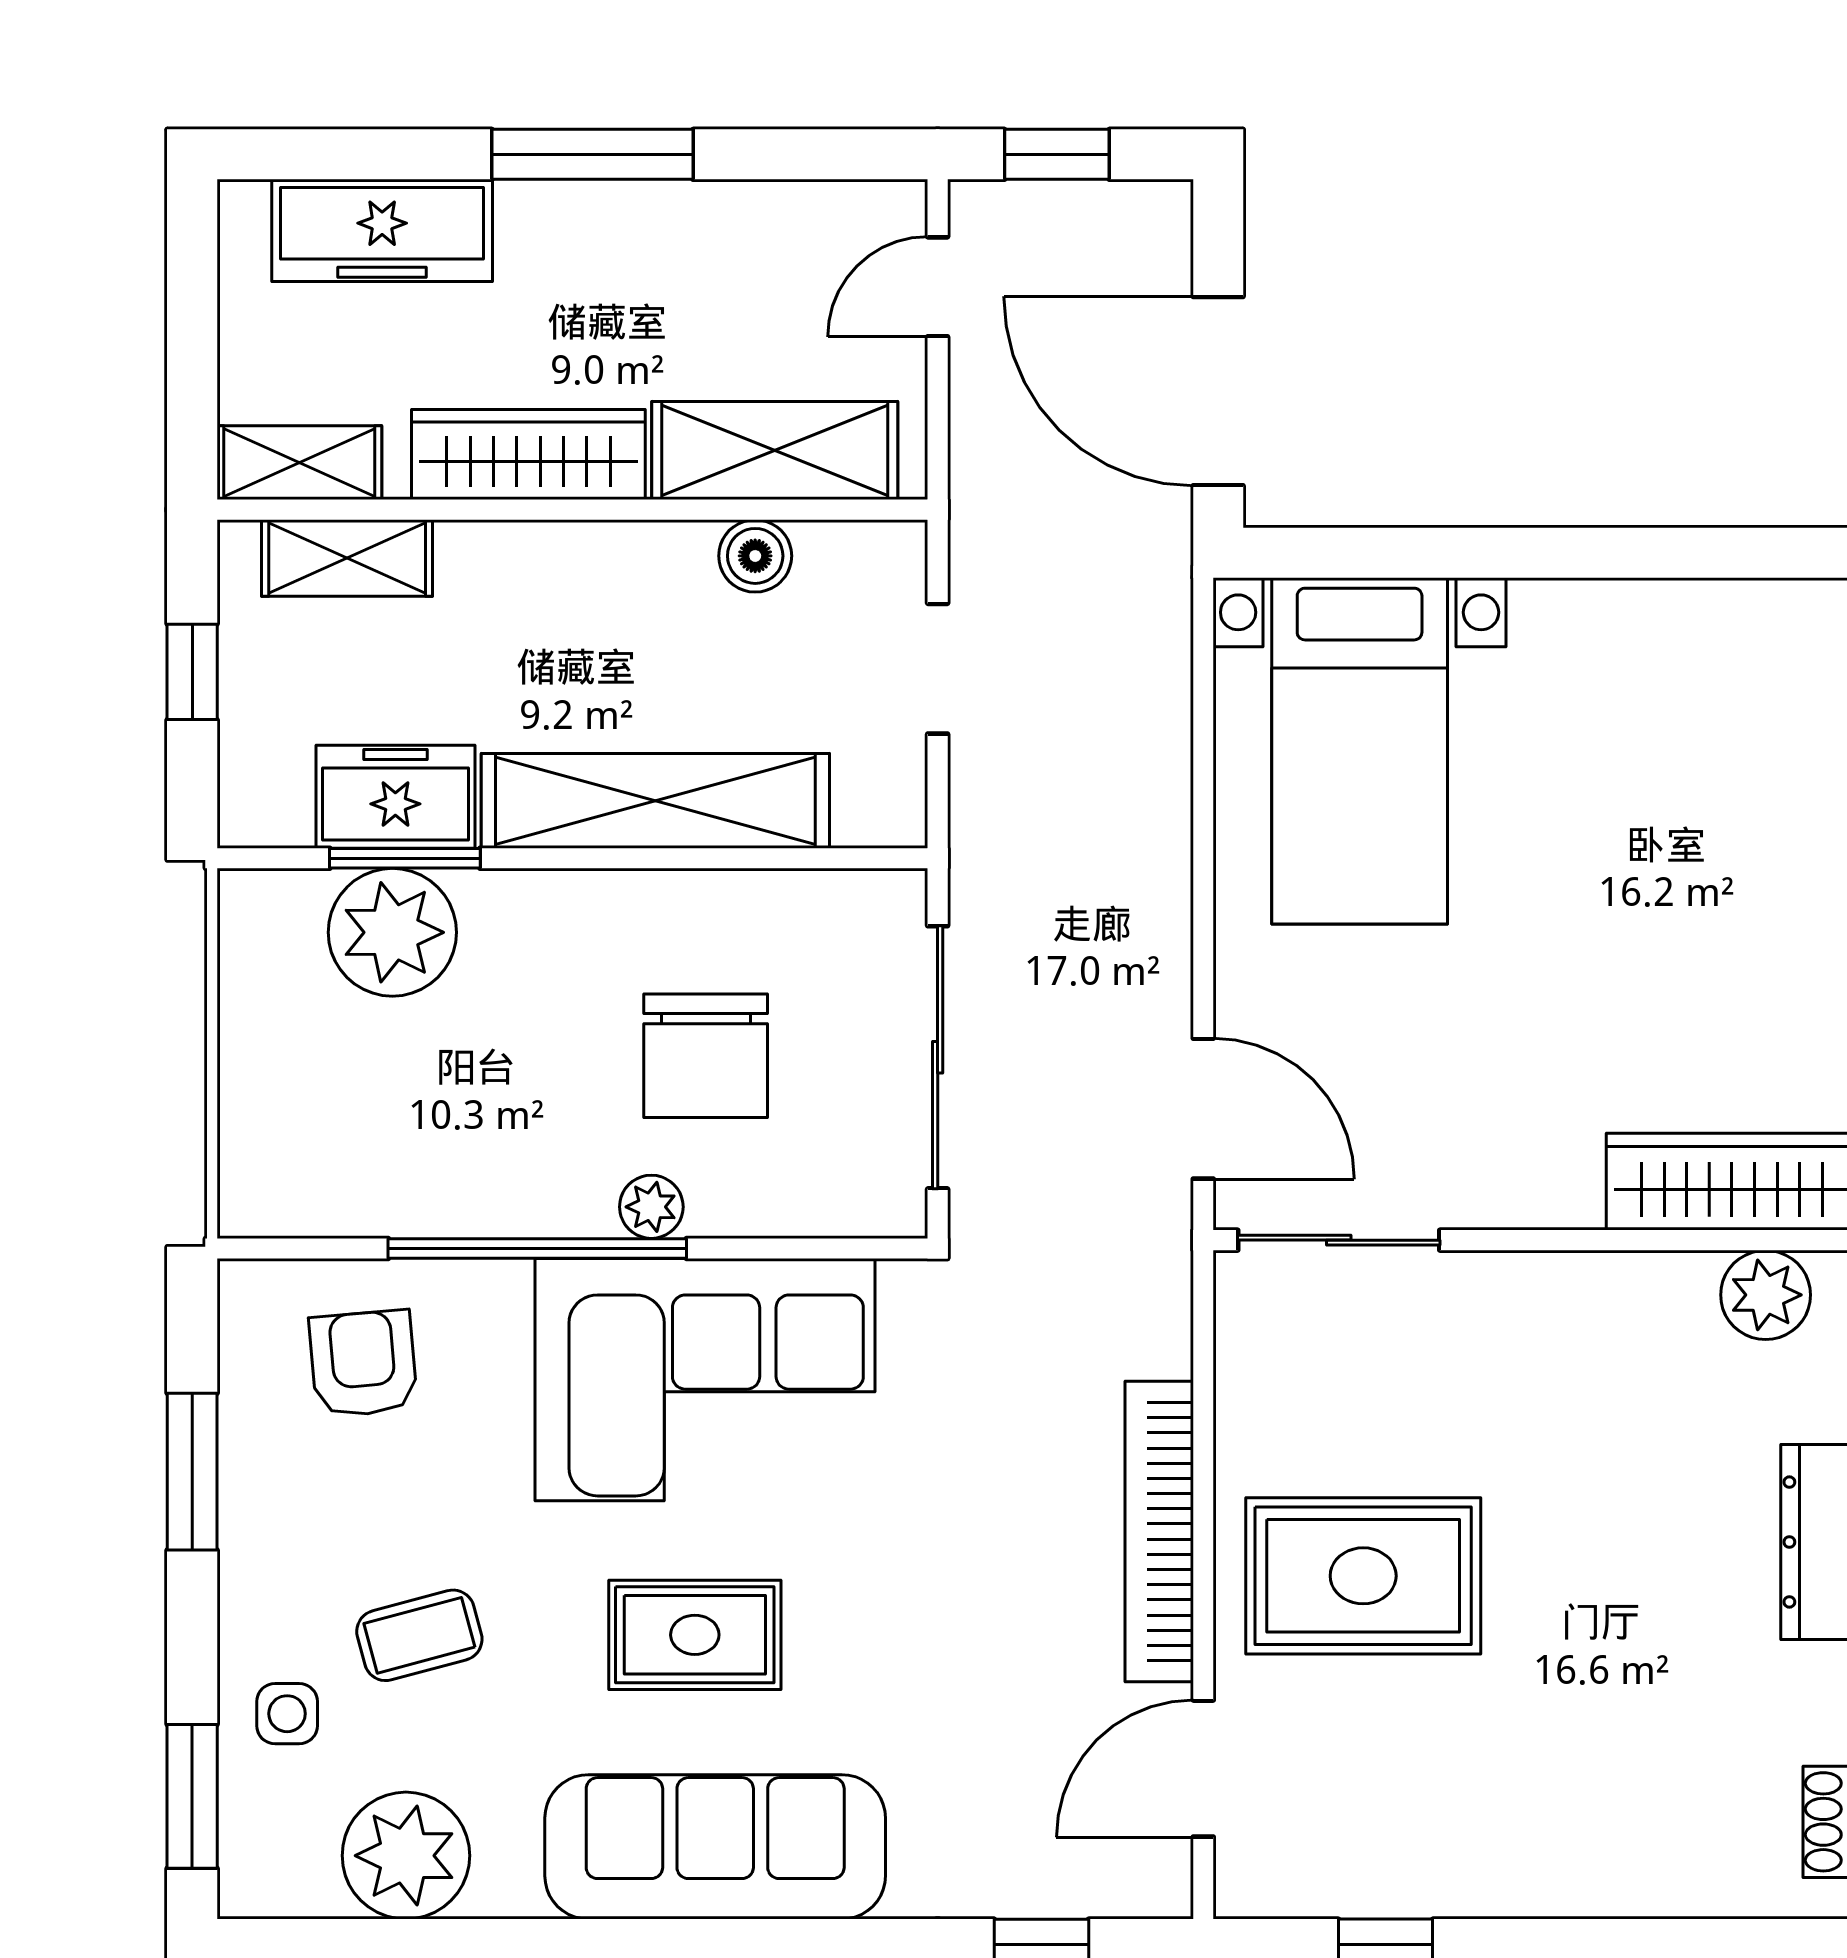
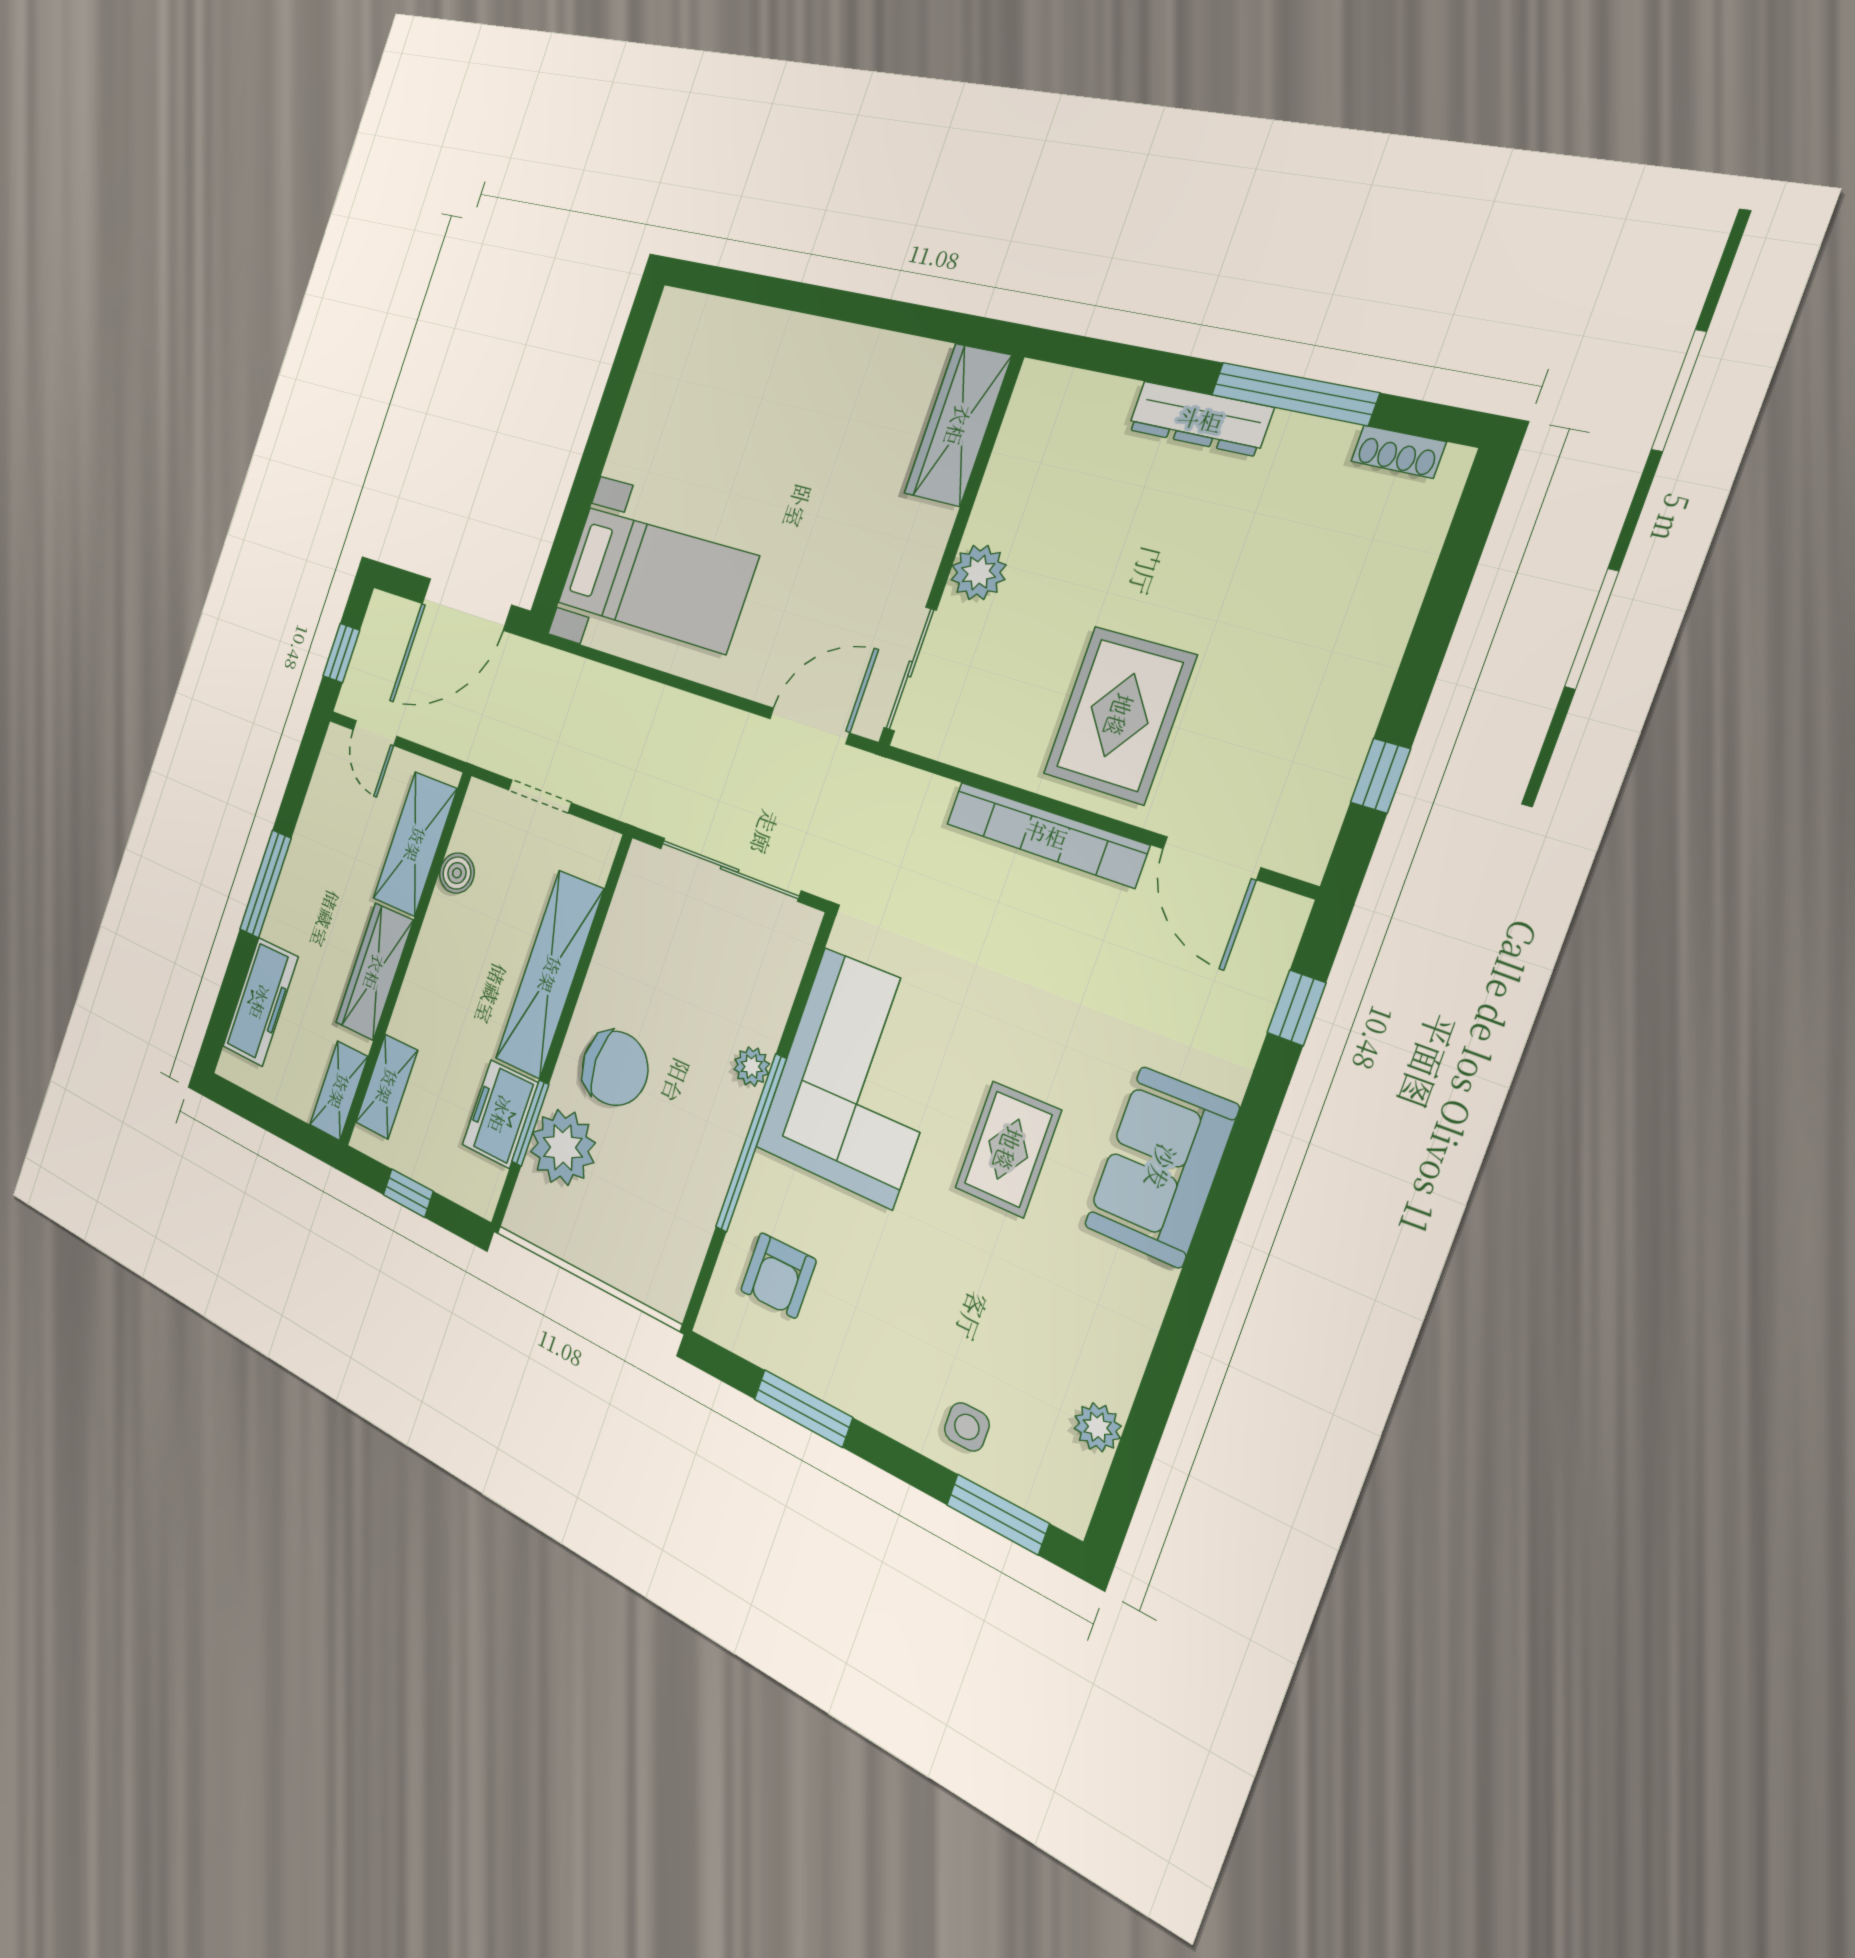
chair: (706, 1056) -> (615, 1068), moved
plant: (1766, 1295) -> (979, 572), moved
armchair: (363, 1364) -> (778, 1275), turned -85
coffee table: (419, 1635) -> (948, 1320), removed
sofa: (715, 1847) -> (1161, 1167), width x0.73
plant: (406, 1856) -> (1098, 1427), width x0.53, depth x0.53

